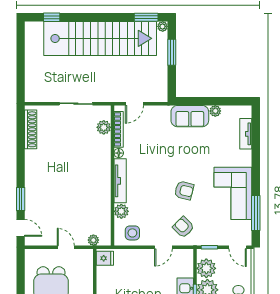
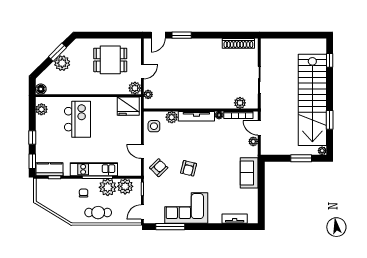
window: (146, 17) -> (330, 120), moved
plant: (215, 111) -> (253, 141), moved
plant: (86, 256) -> (135, 88), added
fridge: (105, 258) -> (128, 106), width x1.88, depth x1.34

